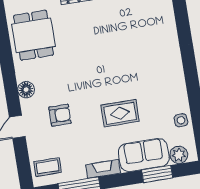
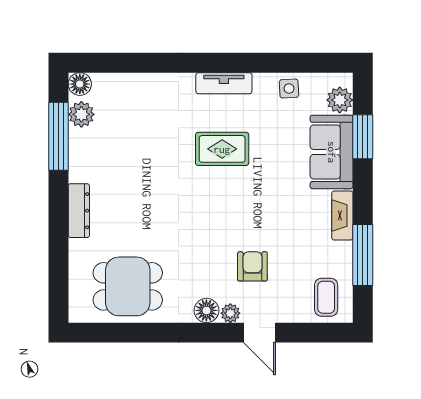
tv unit: (177, 77) -> (224, 83), added
plant: (27, 106) -> (230, 313), added
rug: (120, 113) -> (222, 149), moved, turned 90

